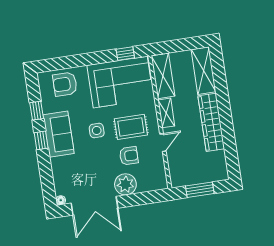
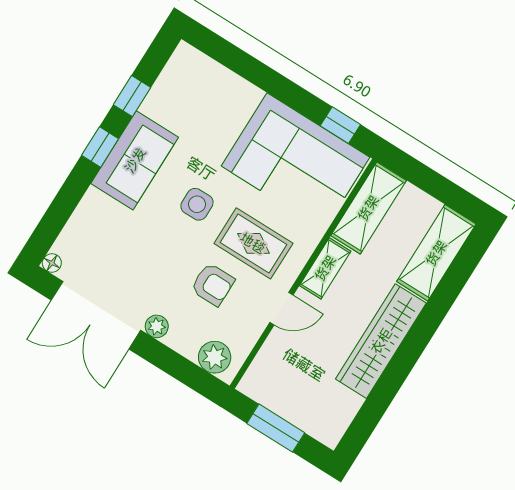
armchair: (65, 84) -> (209, 93), removed
plant: (153, 183) -> (215, 357), added
plant: (125, 184) -> (157, 326), width x0.53, depth x0.53

